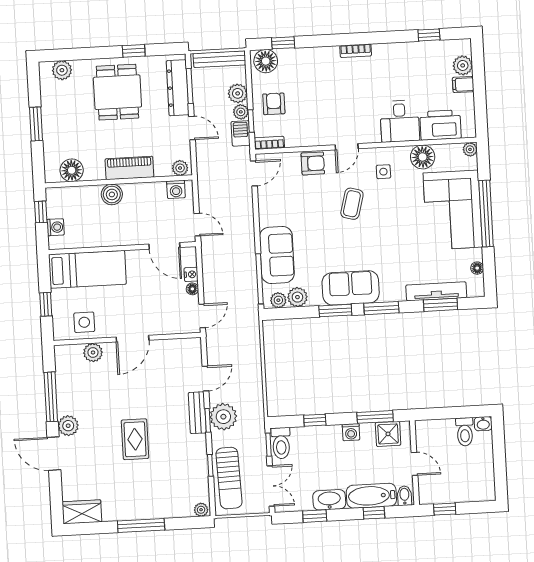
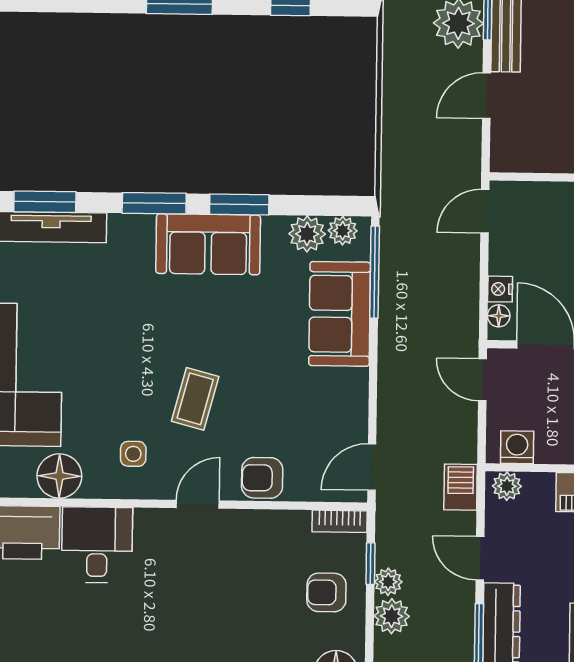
armchair: (274, 104) -> (326, 592), turned 90
barbecue: (241, 133) -> (461, 487), moved, turned 180
floor lamp: (192, 289) -> (499, 316), moved

